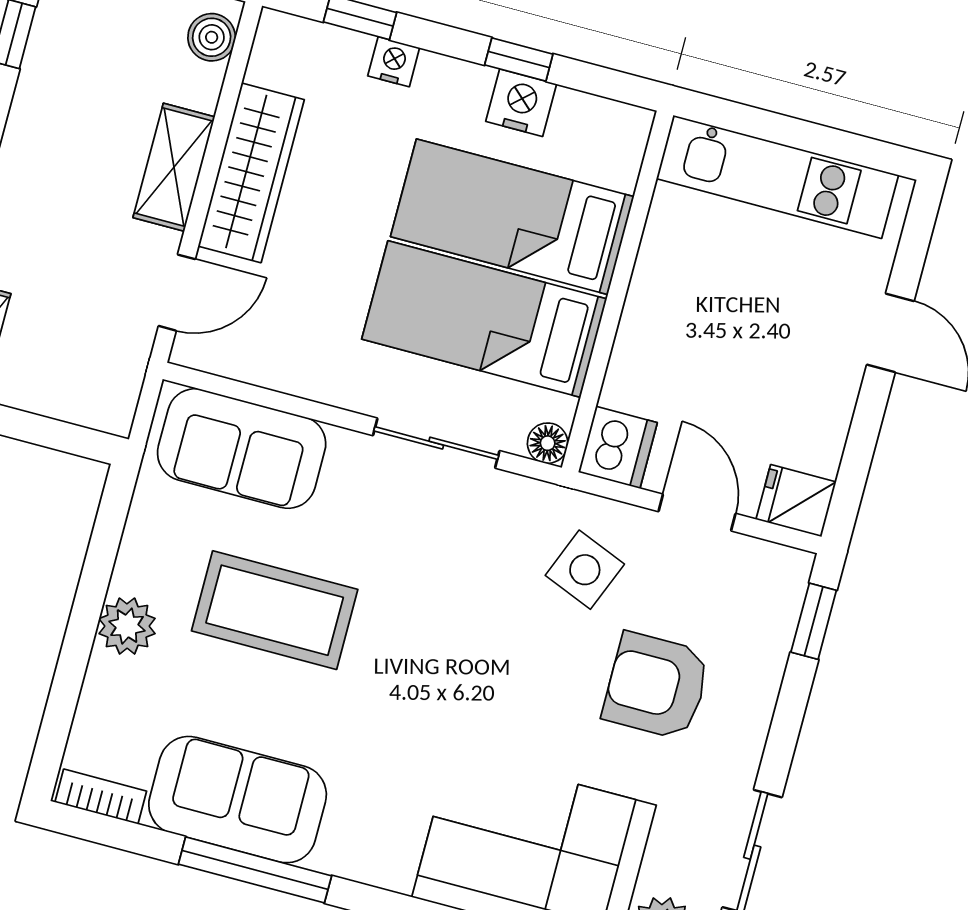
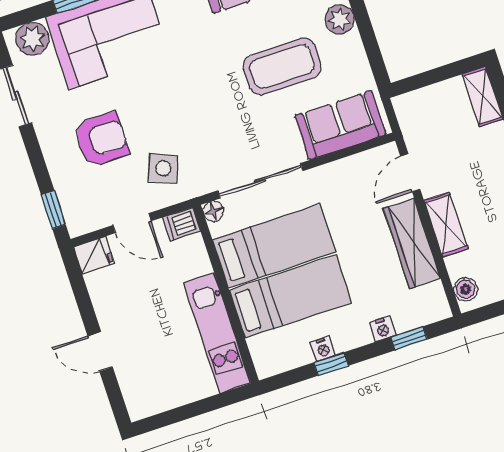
nightstand: (521, 103) -> (323, 349), width x0.72, depth x0.74
kitchen unit: (777, 177) -> (217, 333), moved, turned -90
sliding door: (436, 443) -> (260, 181), width x1.37
dishwasher: (618, 447) -> (182, 224), width x0.73

